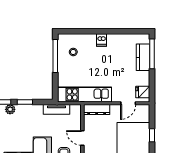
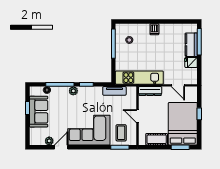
fridge: (143, 92) -> (191, 63), moved
door: (128, 103) -> (178, 85), hinge flipped

